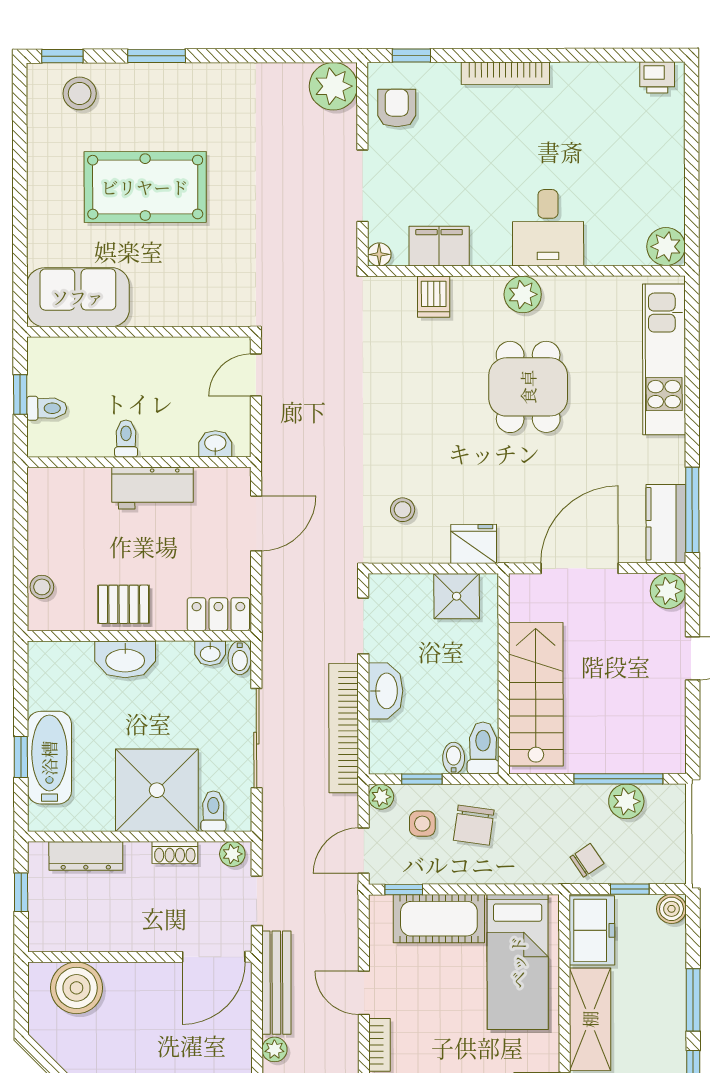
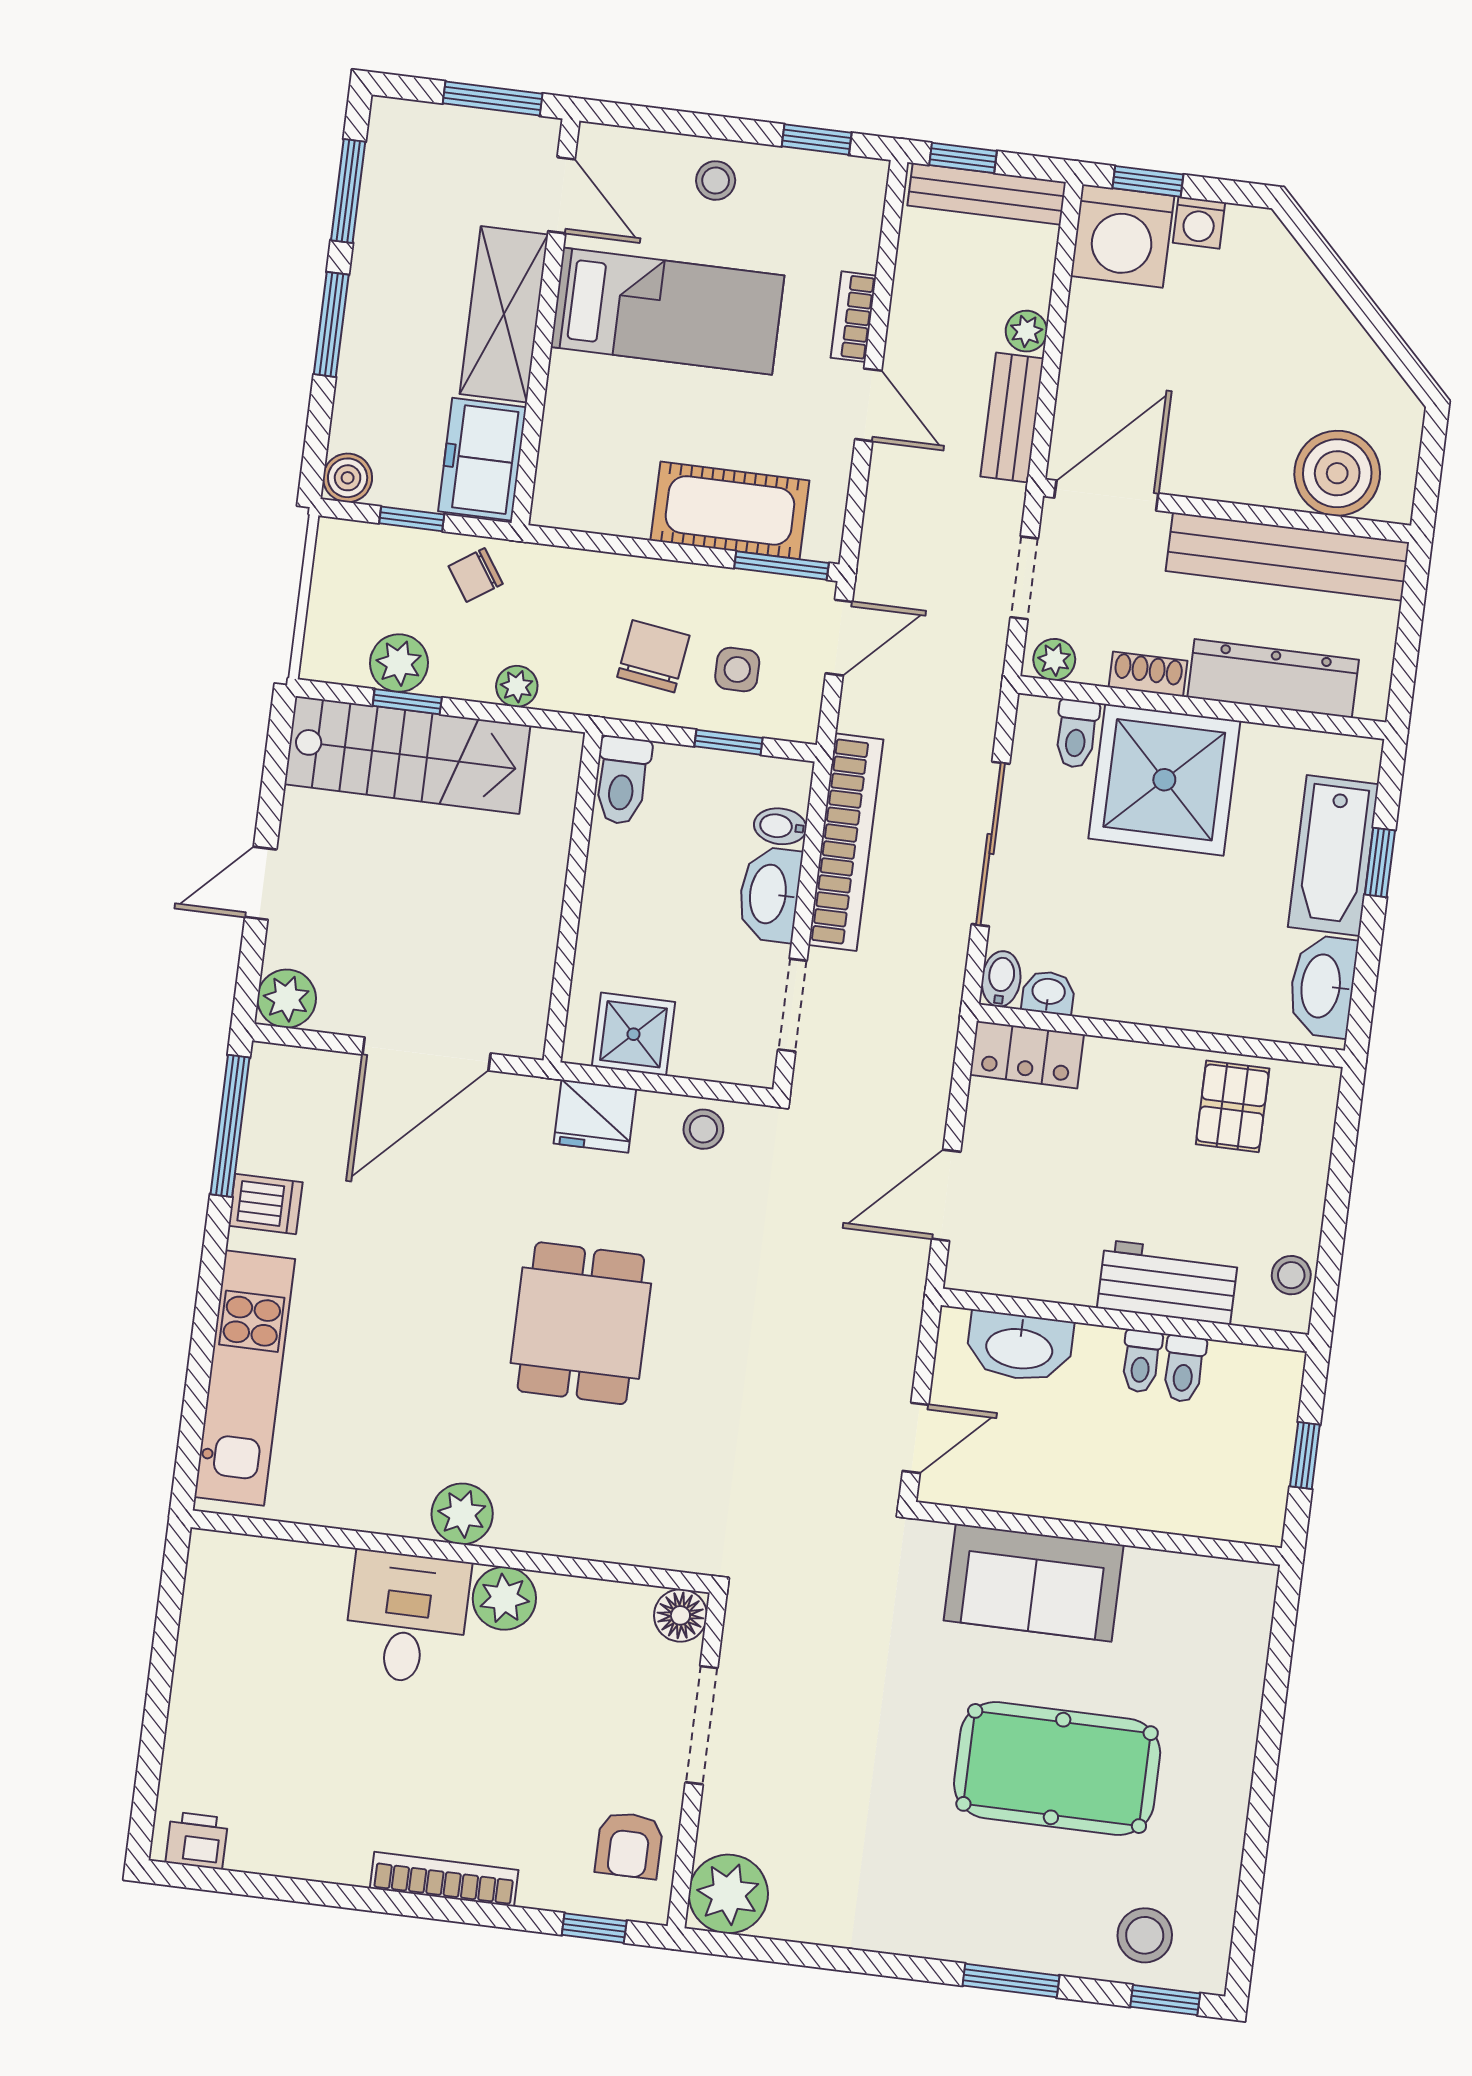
filing cabinet: (439, 246) -> (589, 1610), removed
plant: (666, 247) -> (504, 1598), moved
floor lamp: (379, 254) -> (680, 1615), width x1.37, depth x1.37
sofa: (78, 297) -> (1034, 1583), moved
dishwasher: (434, 297) -> (266, 1204), moved, turned 90
dining table: (528, 387) -> (581, 1323), moved
toilet: (47, 408) -> (1184, 1369), moved, turned -90
washbasin: (215, 444) -> (1019, 1347), width x1.91, depth x1.45
workbench: (153, 488) -> (1168, 1282), moved
stool: (403, 510) -> (703, 1129), moved
kitchen counter: (666, 524) -> (276, 1109), removed
stool: (42, 587) -> (1291, 1275), moved
pallet: (124, 604) -> (1233, 1106), moved, turned 90
washbasin: (125, 659) -> (1322, 986), moved, turned -90
stairs: (536, 694) -> (407, 755), moved, turned -90
bidet: (454, 758) -> (780, 826), moved, turned 90
window: (618, 779) -> (407, 702), width x0.46
plant: (381, 797) -> (517, 686), moved
dresser: (86, 856) -> (1273, 678), width x1.37, depth x1.24
window: (404, 890) -> (781, 566), width x1.50
window: (21, 892) -> (1408, 641), removed
bench: (100, 934) -> (1287, 557), added
bed: (518, 962) -> (668, 311), moved, turned 90
bench: (276, 983) -> (1012, 418), width x0.73

